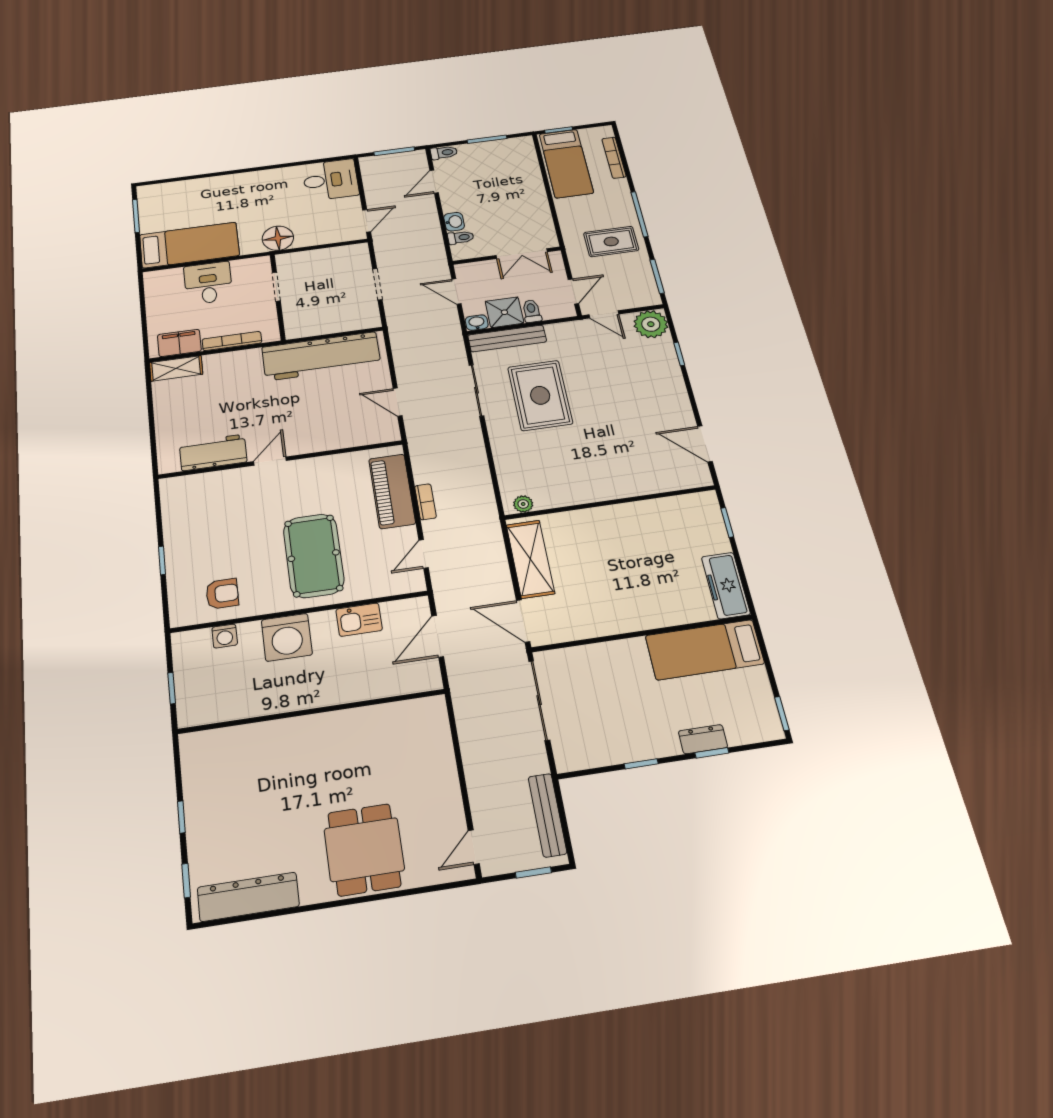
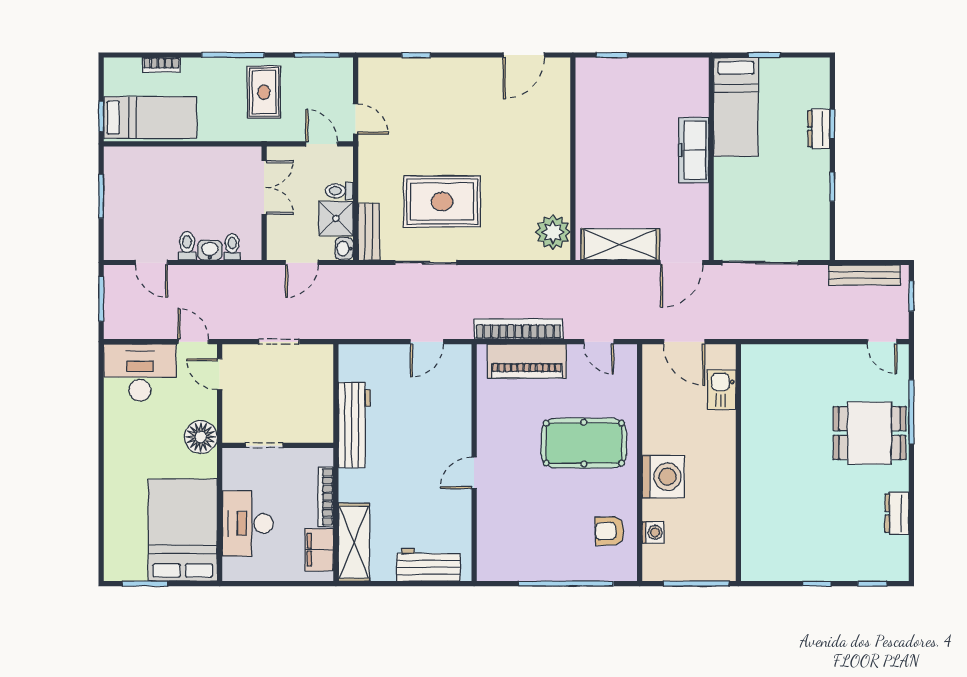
toilet: (444, 153) -> (187, 246), moved
bookcase: (614, 158) -> (161, 65), width x0.64
desk: (331, 180) -> (140, 373), width x1.37
door: (339, 244) -> (220, 374), added
bed: (189, 245) -> (183, 530), width x1.50
desk: (208, 283) -> (248, 524), width x1.37
door: (604, 314) -> (356, 119), hinge flipped
plant: (651, 324) -> (375, 75), removed
bench: (507, 338) -> (369, 232), width x0.73
workbench: (321, 356) -> (354, 425), width x0.73, depth x0.76
shelving: (176, 368) -> (354, 542), width x1.50, depth x1.33
workbench: (213, 452) -> (428, 565), moved, turned 90
door: (270, 461) -> (474, 473), hinge flipped
bookcase: (425, 502) -> (518, 329), width x2.31, depth x1.31
plant: (523, 504) -> (553, 232), width x1.87, depth x1.87
window: (162, 560) -> (566, 584), width x3.17
freezer: (726, 585) -> (694, 150), moved, turned 90
armchair: (222, 594) -> (610, 531), turned -92
kitchen sink: (359, 620) -> (722, 390), moved, turned 180
window: (172, 688) -> (696, 584), width x2.17
window: (782, 714) -> (764, 55), moved
window: (396, 894) -> (911, 412), added
dresser: (248, 897) -> (897, 513), width x0.51, depth x0.80

